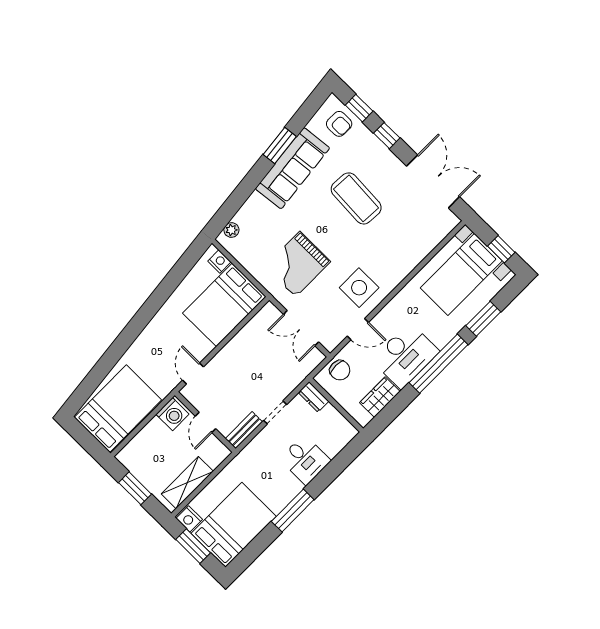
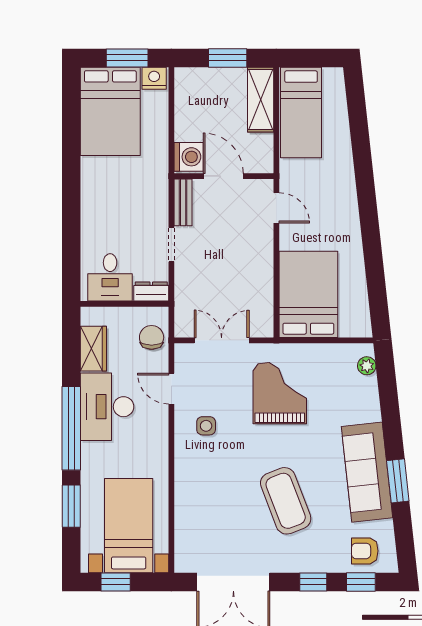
coffee table: (356, 198) -> (286, 501), turned 66
nightstand: (219, 262) -> (350, 328), removed
side table: (359, 288) -> (206, 426), width x0.54, depth x0.54
door: (358, 329) -> (171, 389), hinge flipped
chair: (340, 370) -> (152, 337), turned 90
bed: (118, 409) -> (301, 112), width x0.67
washing machine: (172, 414) -> (189, 157), moved, turned 180
door: (206, 422) -> (223, 176), width x1.38
desk: (305, 460) -> (110, 277), moved, turned -90
shelving: (187, 483) -> (261, 100), moved
window: (293, 510) -> (71, 175), removed

